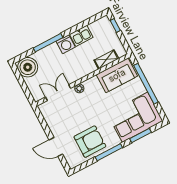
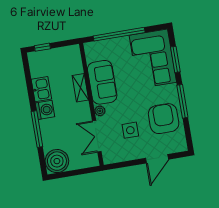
shelving: (106, 59) -> (80, 88), moved
sofa: (117, 75) -> (102, 82), moved
side table: (72, 118) -> (130, 130), added

